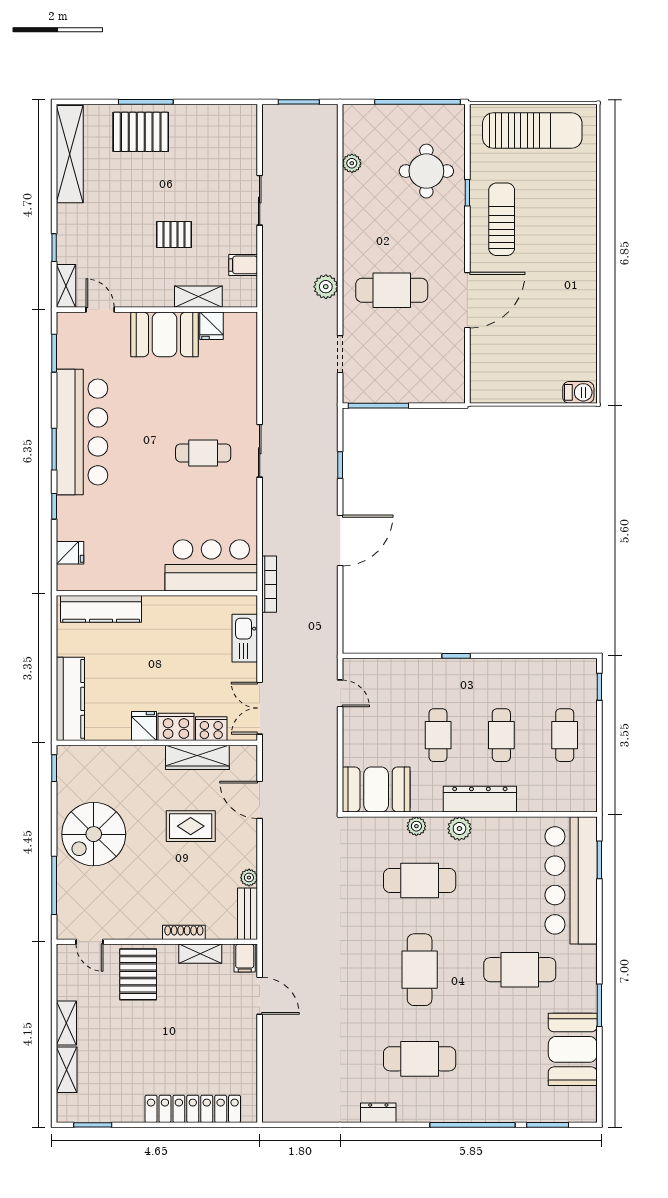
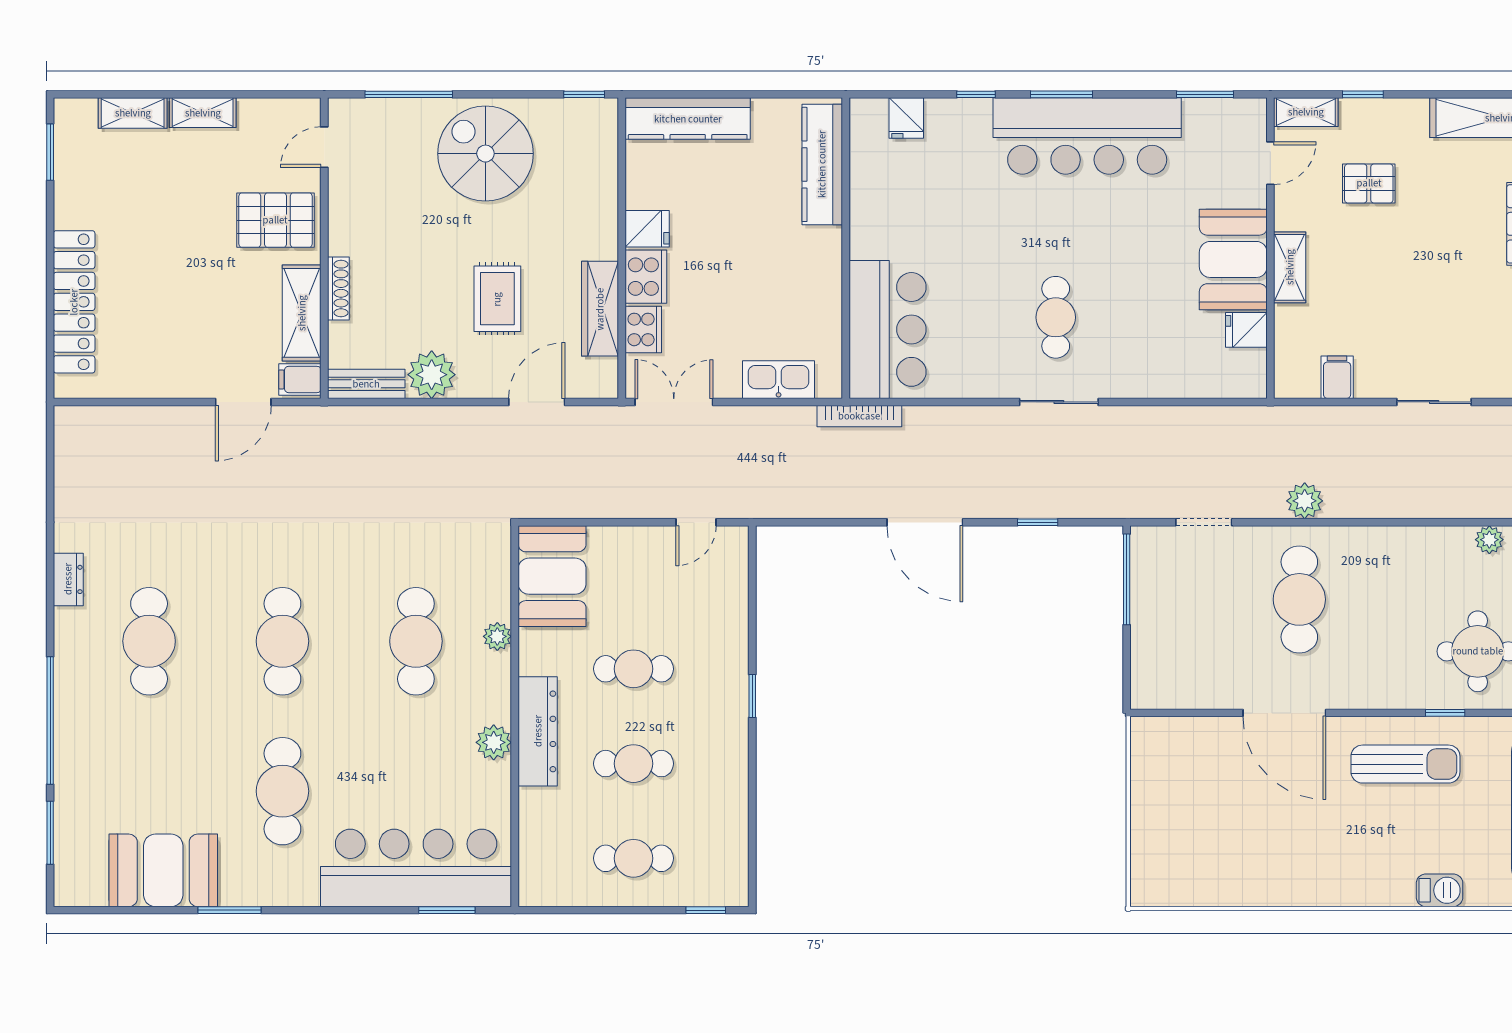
pallet: (174, 235) -> (1369, 183), moved, turned 90
shelving: (198, 297) -> (1290, 267), moved
barbecue: (578, 392) -> (1440, 890), moved, turned -90
plant: (459, 829) -> (494, 742), moved
plant: (249, 878) -> (432, 375), width x1.88, depth x1.88
shelving: (200, 954) -> (302, 313), width x1.50, depth x1.33
cafe table: (420, 970) -> (282, 641), turned 90

